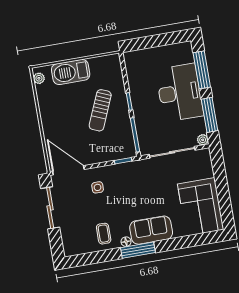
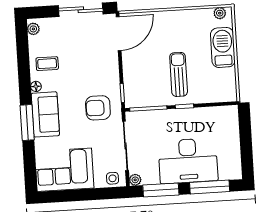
sun lounger: (100, 110) -> (179, 74), turned 67
armchair: (140, 182) -> (98, 108), added
side table: (98, 187) -> (113, 178), moved
plant: (73, 250) -> (33, 29), added
window: (138, 250) -> (27, 123), moved

